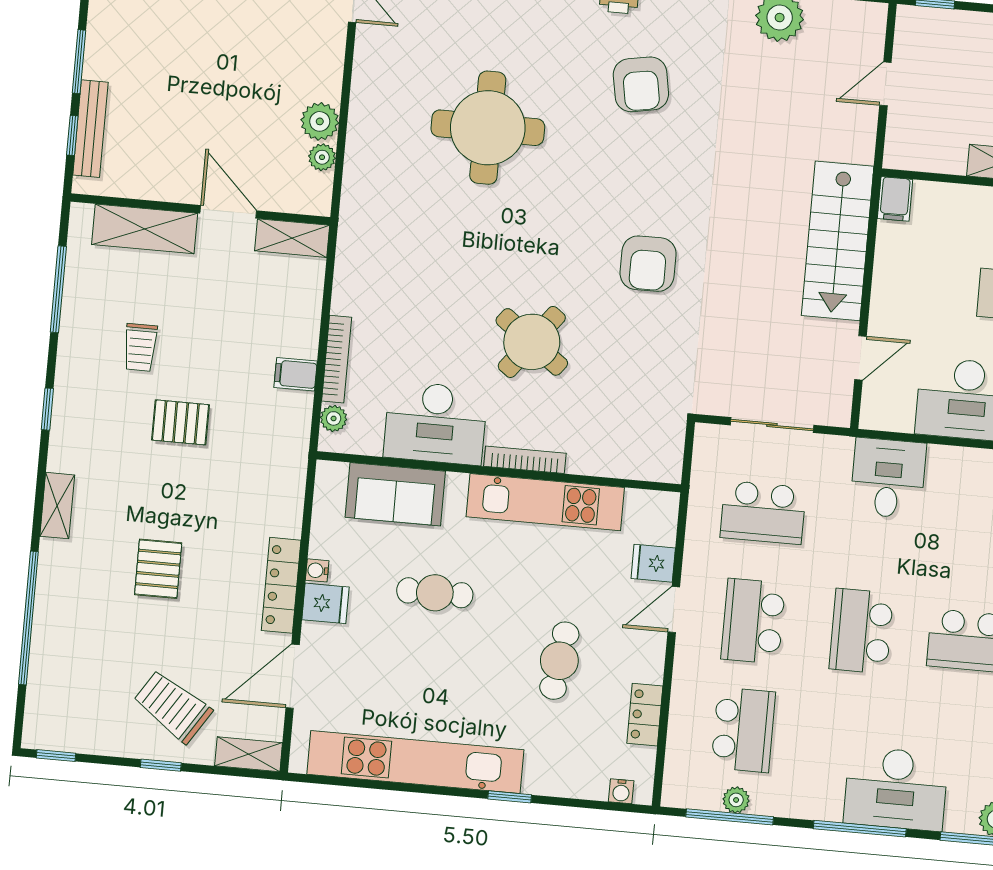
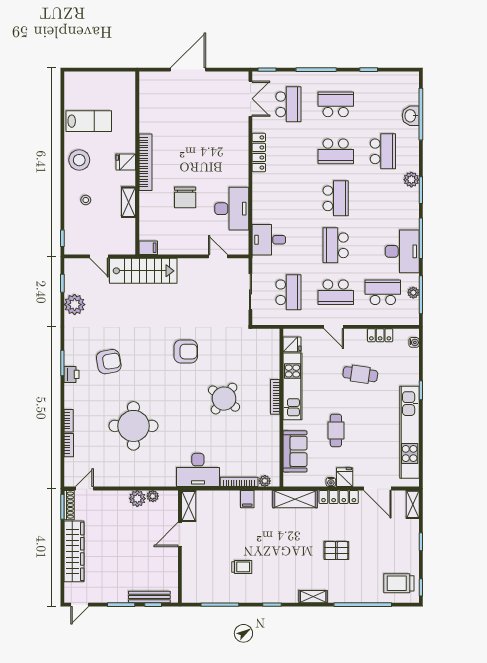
shelving: (145, 229) -> (295, 499), moved, turned 90
stairs: (838, 241) -> (143, 271), moved
pallet: (181, 422) -> (272, 547), removed
desk: (435, 423) -> (198, 470), moved, turned 90
fridge: (653, 563) -> (292, 344), moved, turned -90
school desk: (861, 631) -> (336, 245), turned 90
trolley: (173, 706) -> (399, 583), moved, turned 57
desk: (896, 789) -> (402, 251), moved

